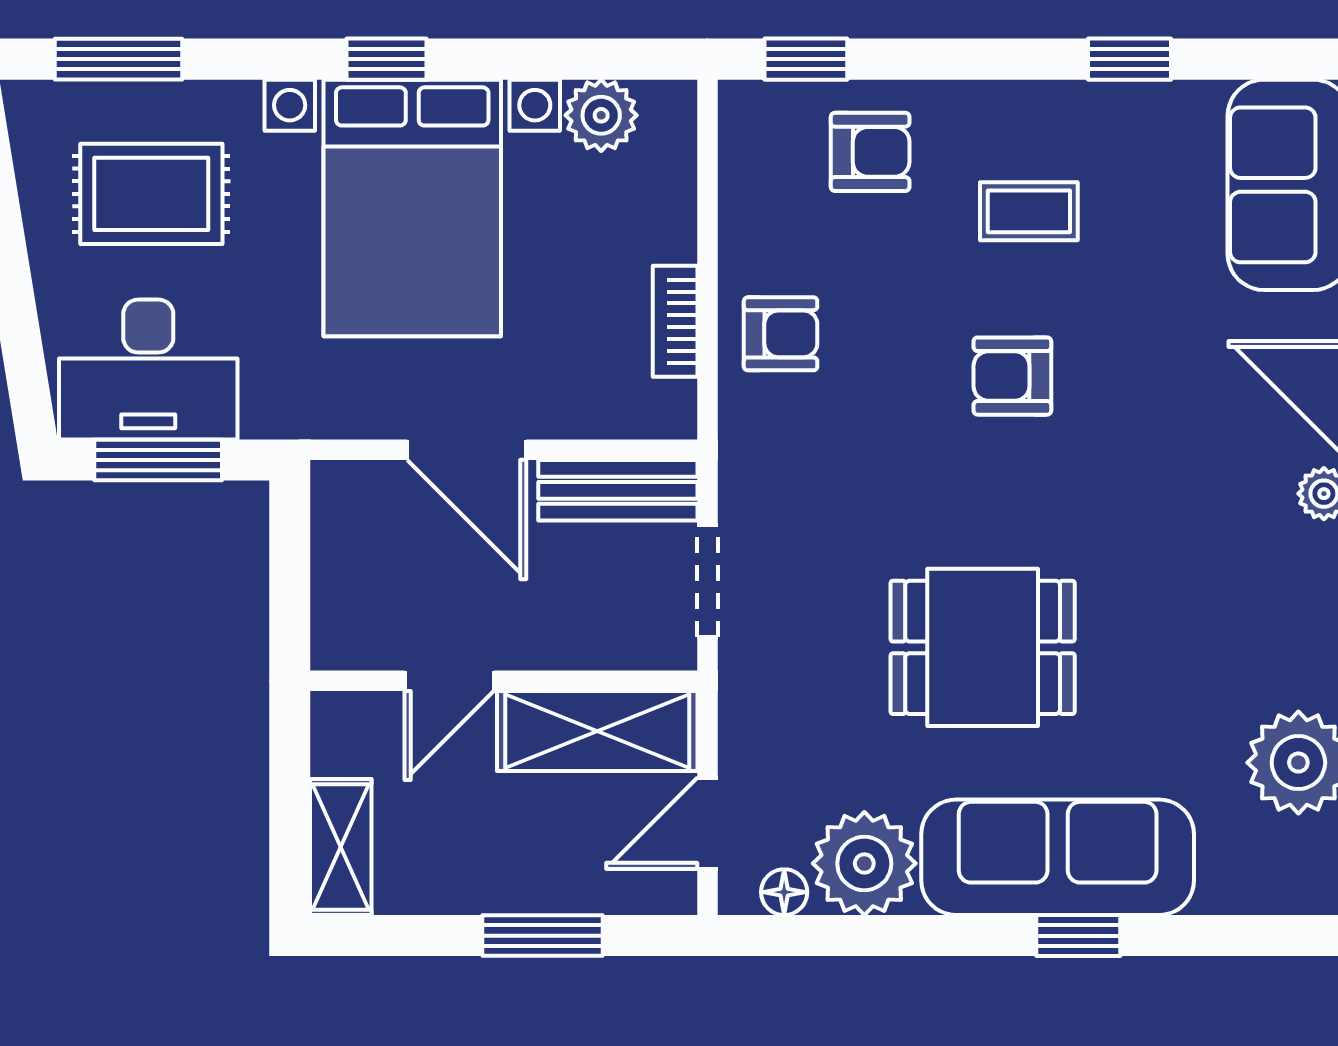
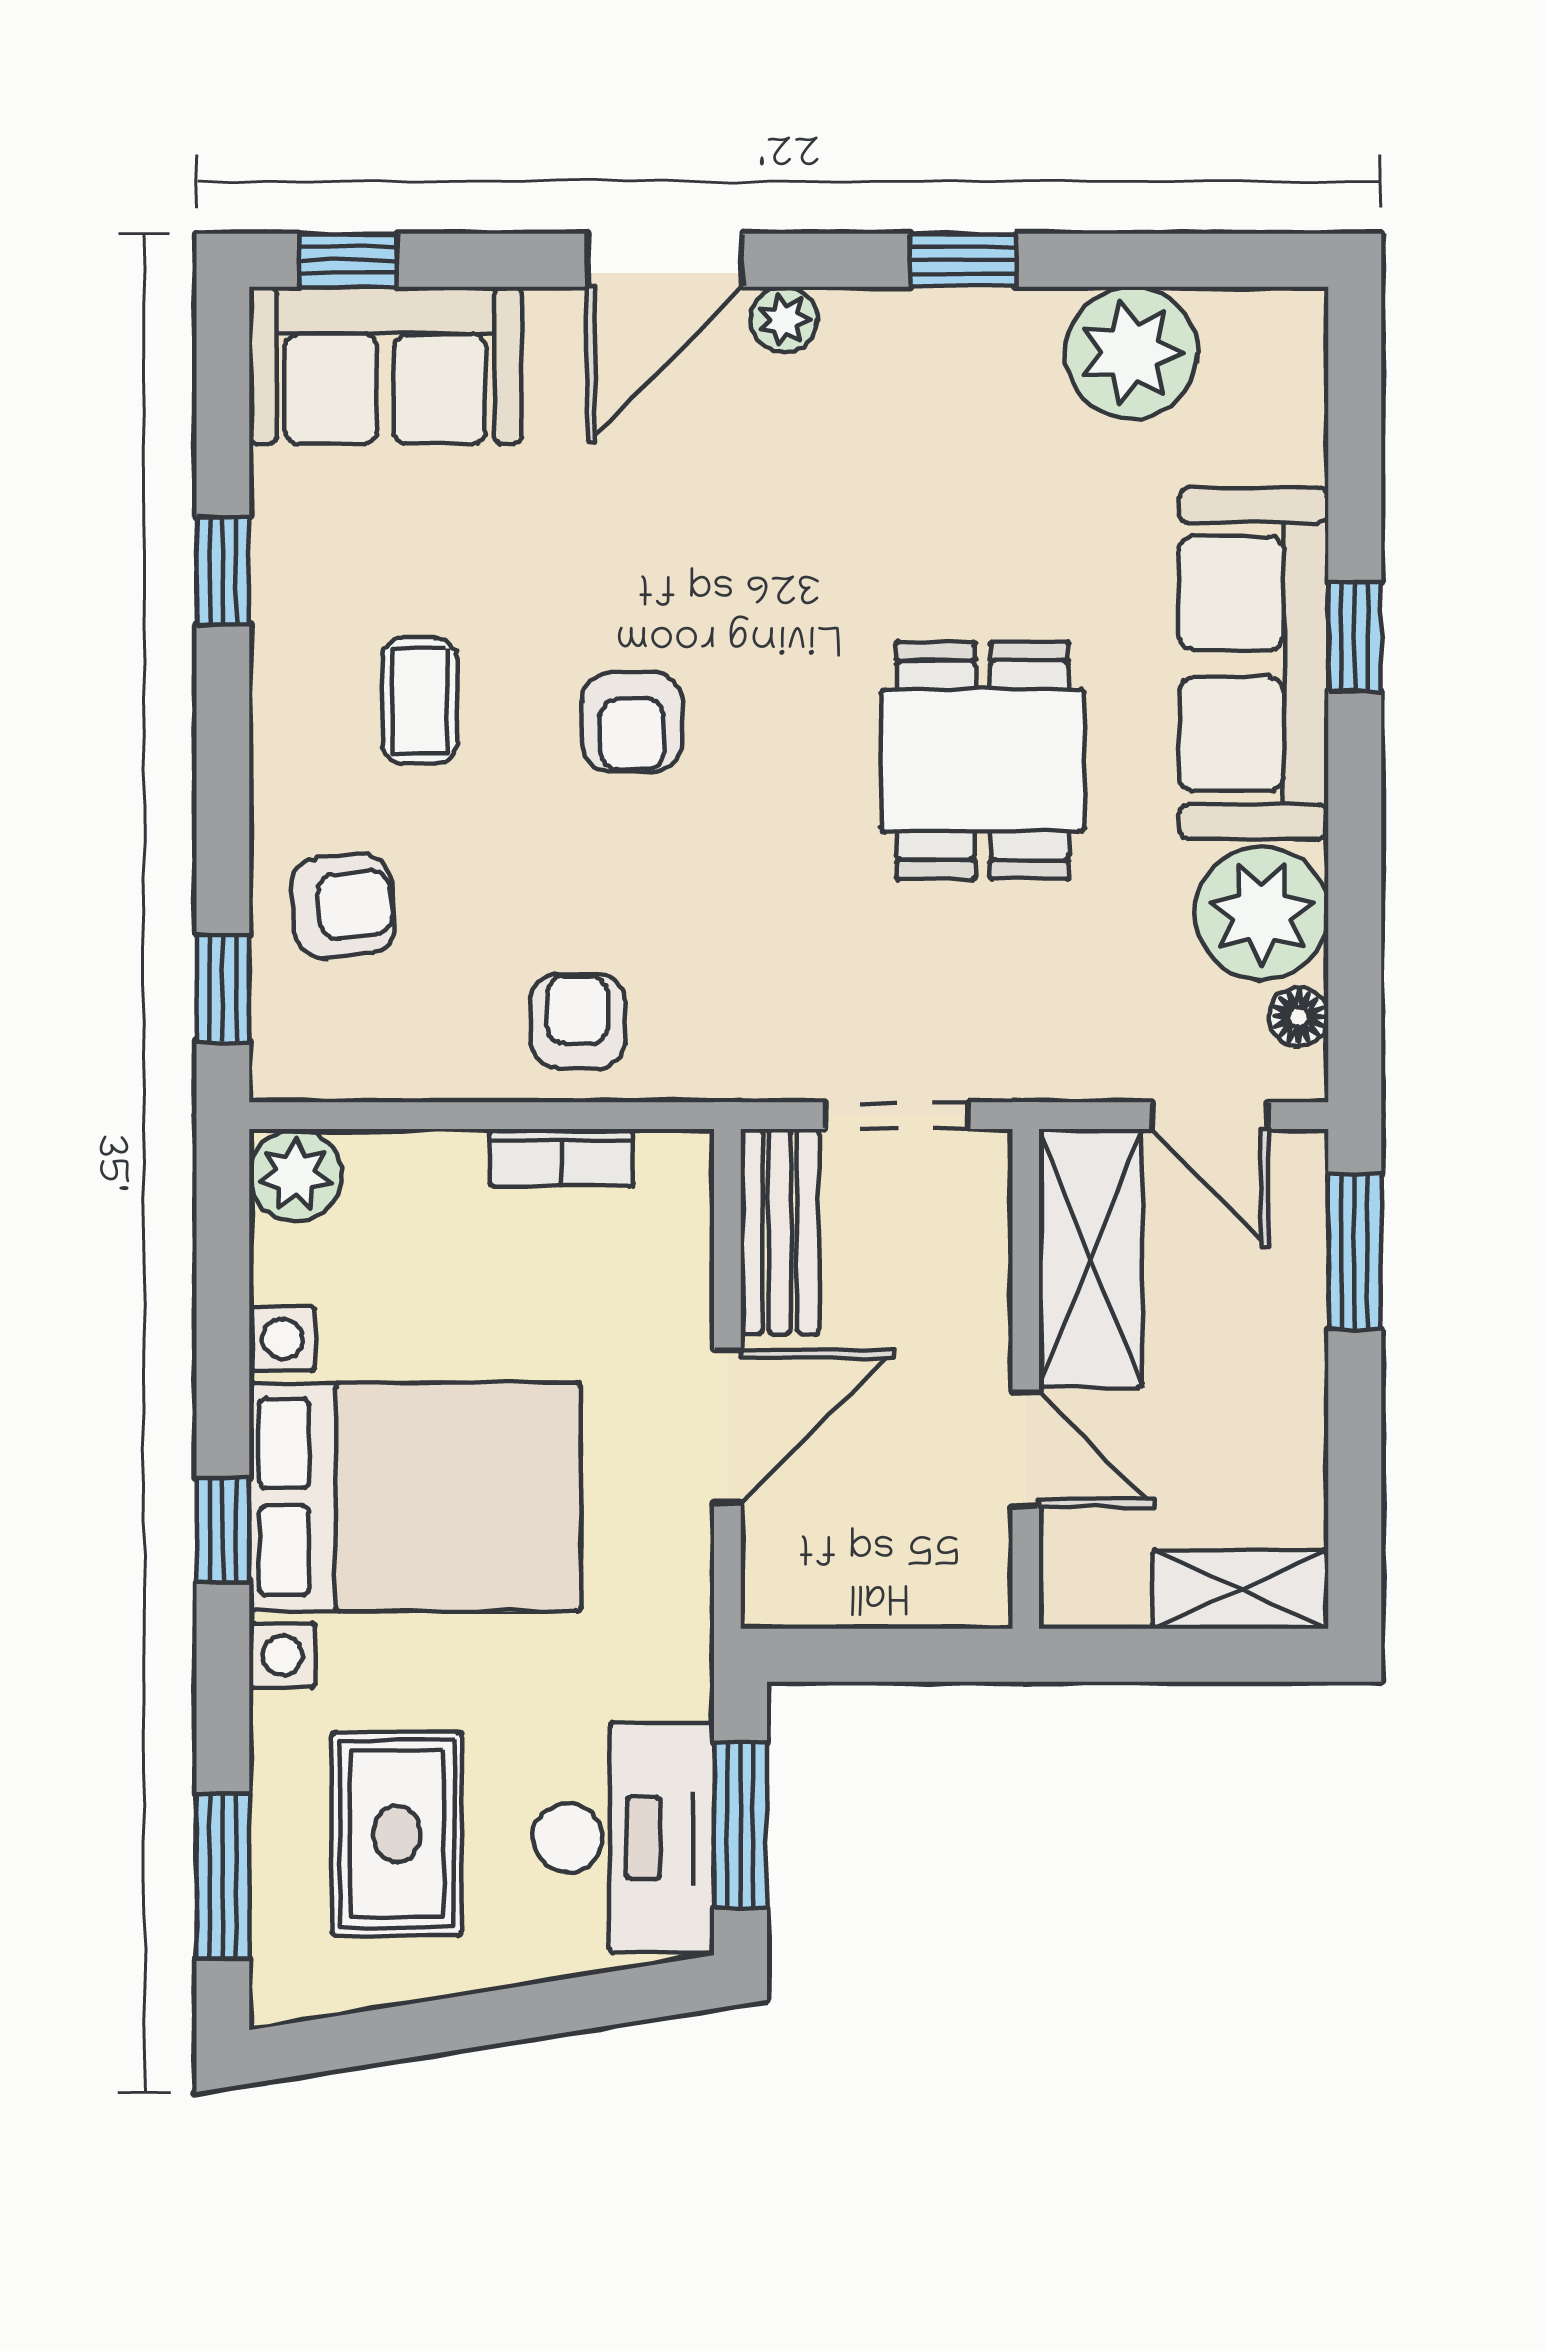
plant: (601, 115) -> (295, 1175), moved
armchair: (870, 152) -> (343, 906), turned 85
window: (542, 936) -> (1355, 1252), moved

